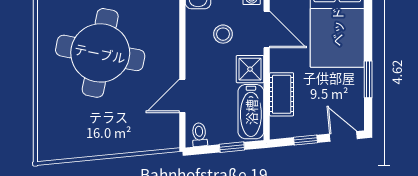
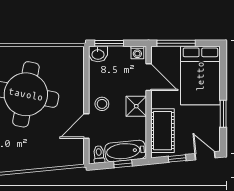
stool: (223, 34) -> (102, 104), moved
cot: (282, 94) -> (162, 131), width x1.37, depth x1.34
bathtub: (251, 112) -> (125, 151), moved, turned 84

